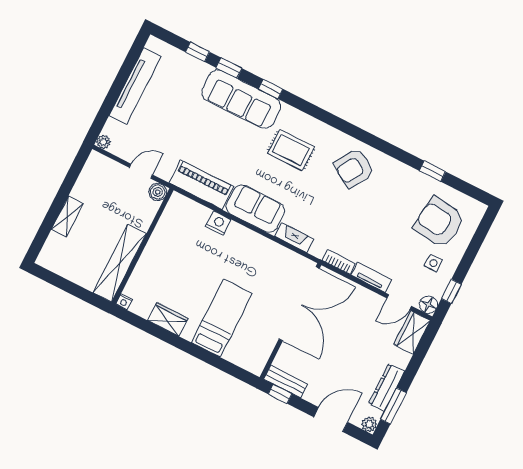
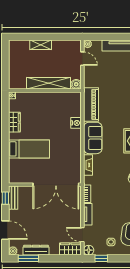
door: (141, 171) -> (82, 59), moved
shelving: (120, 263) -> (49, 83), moved

